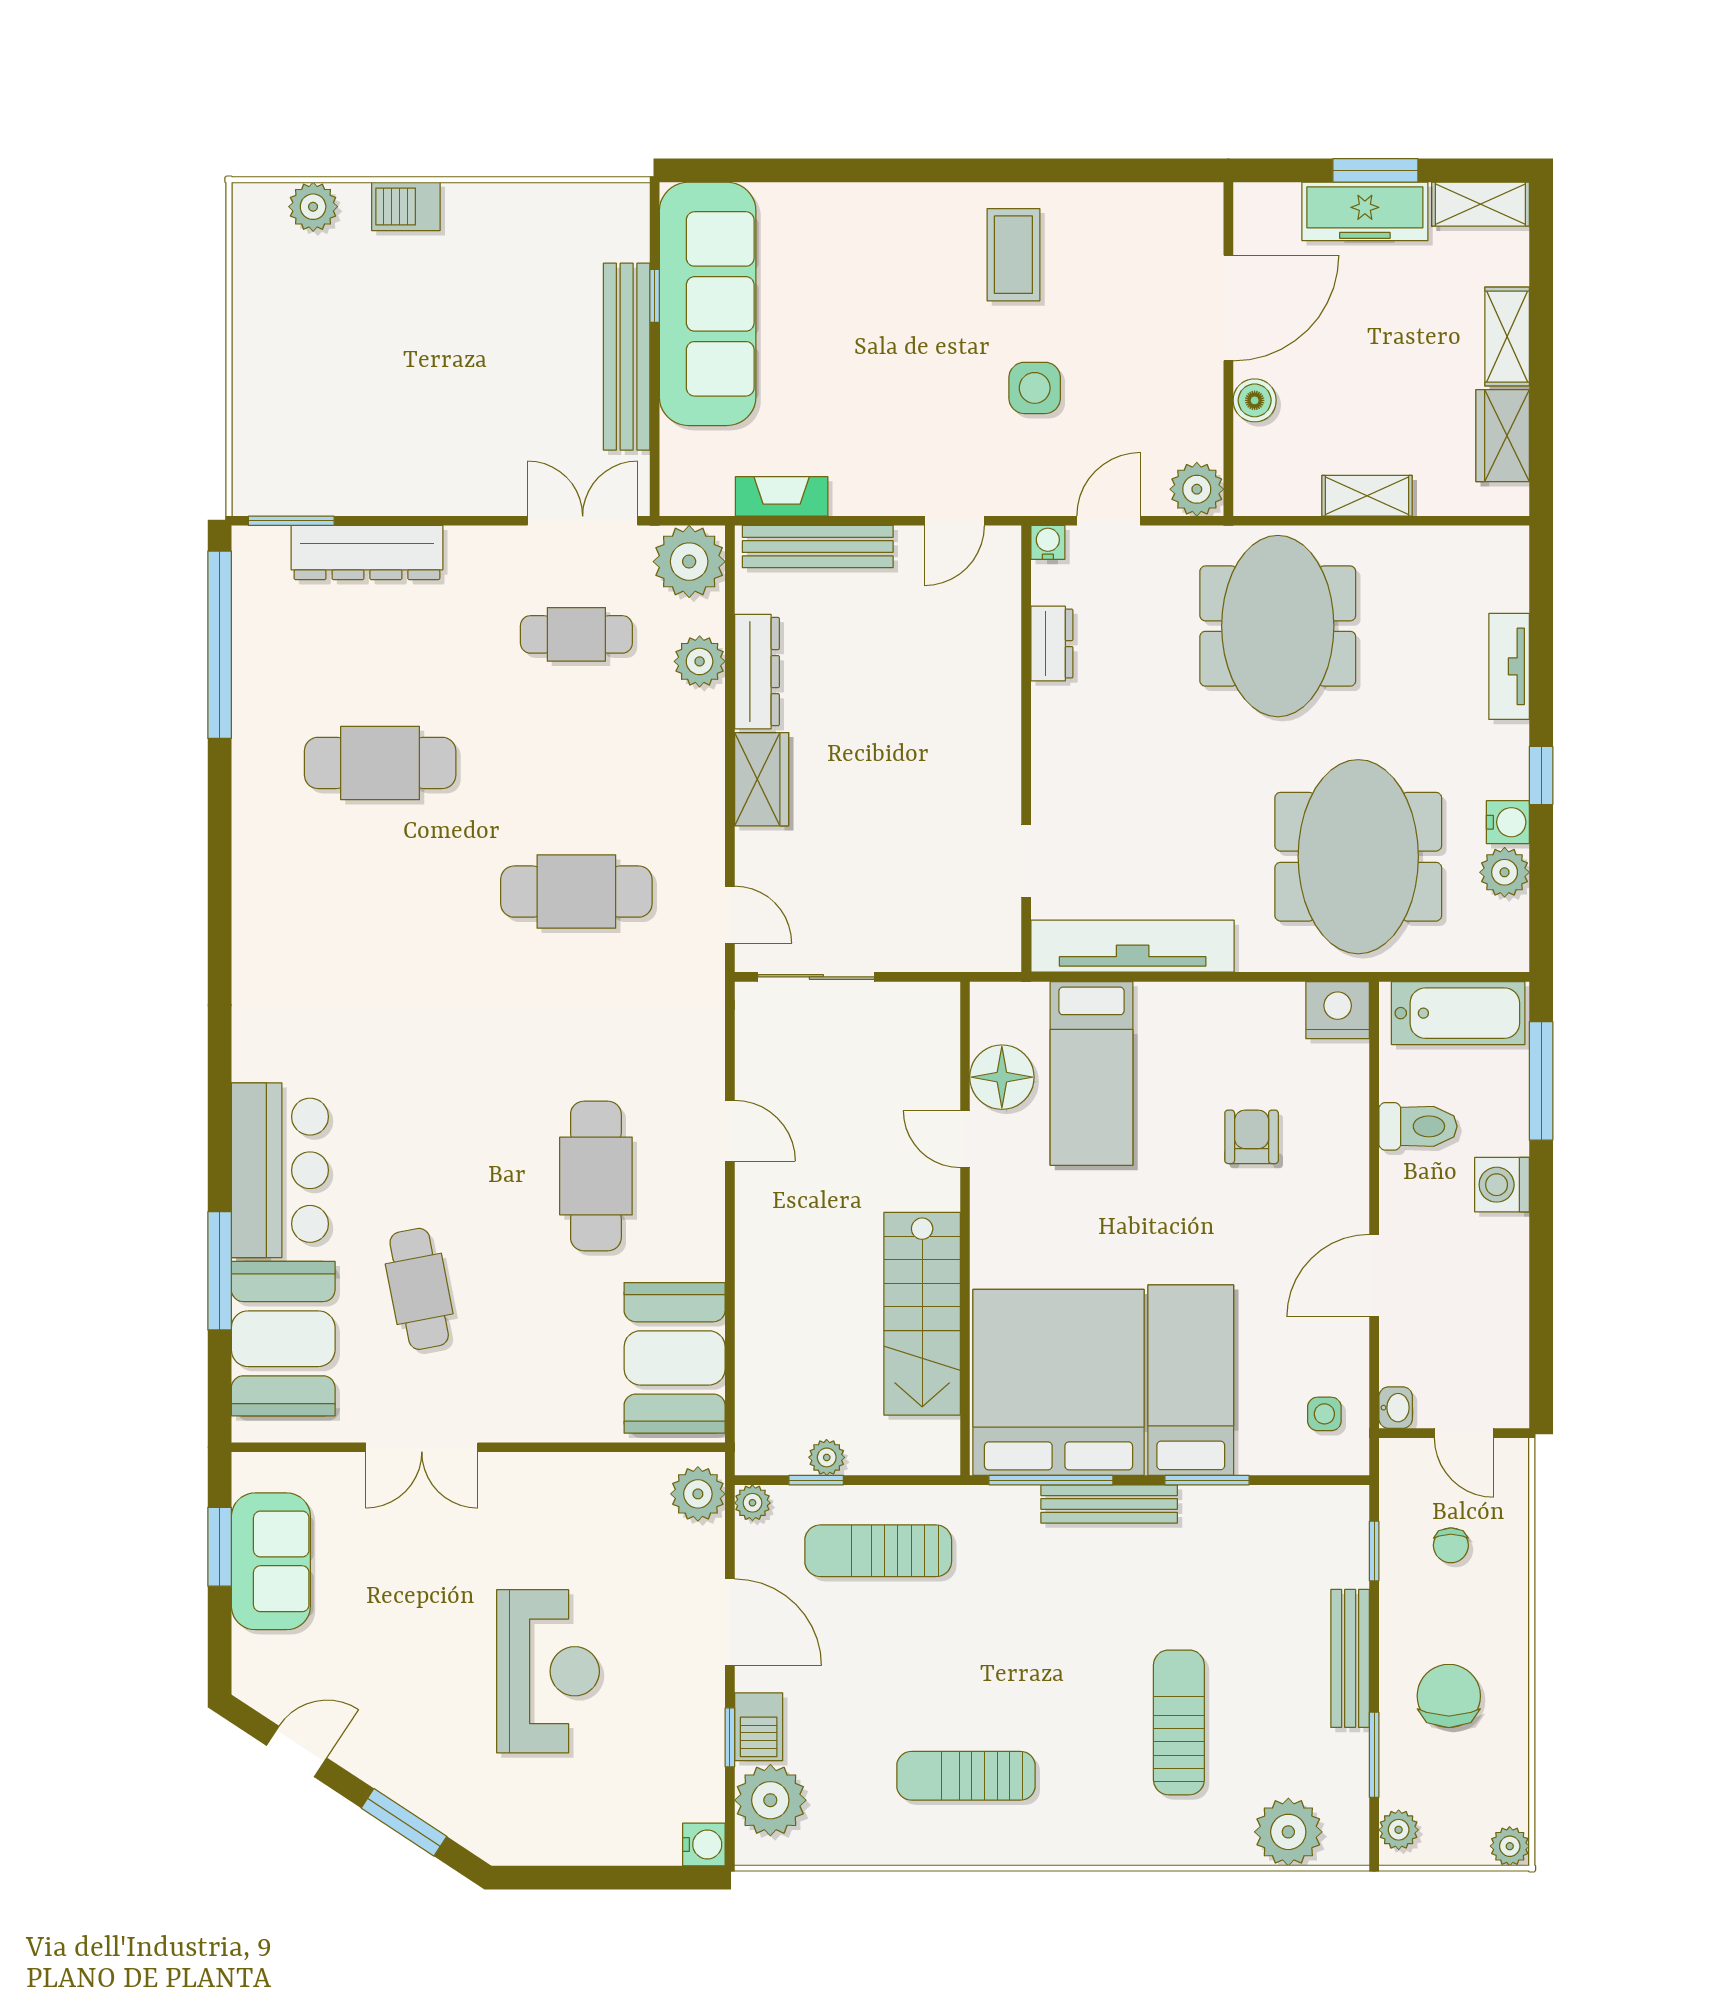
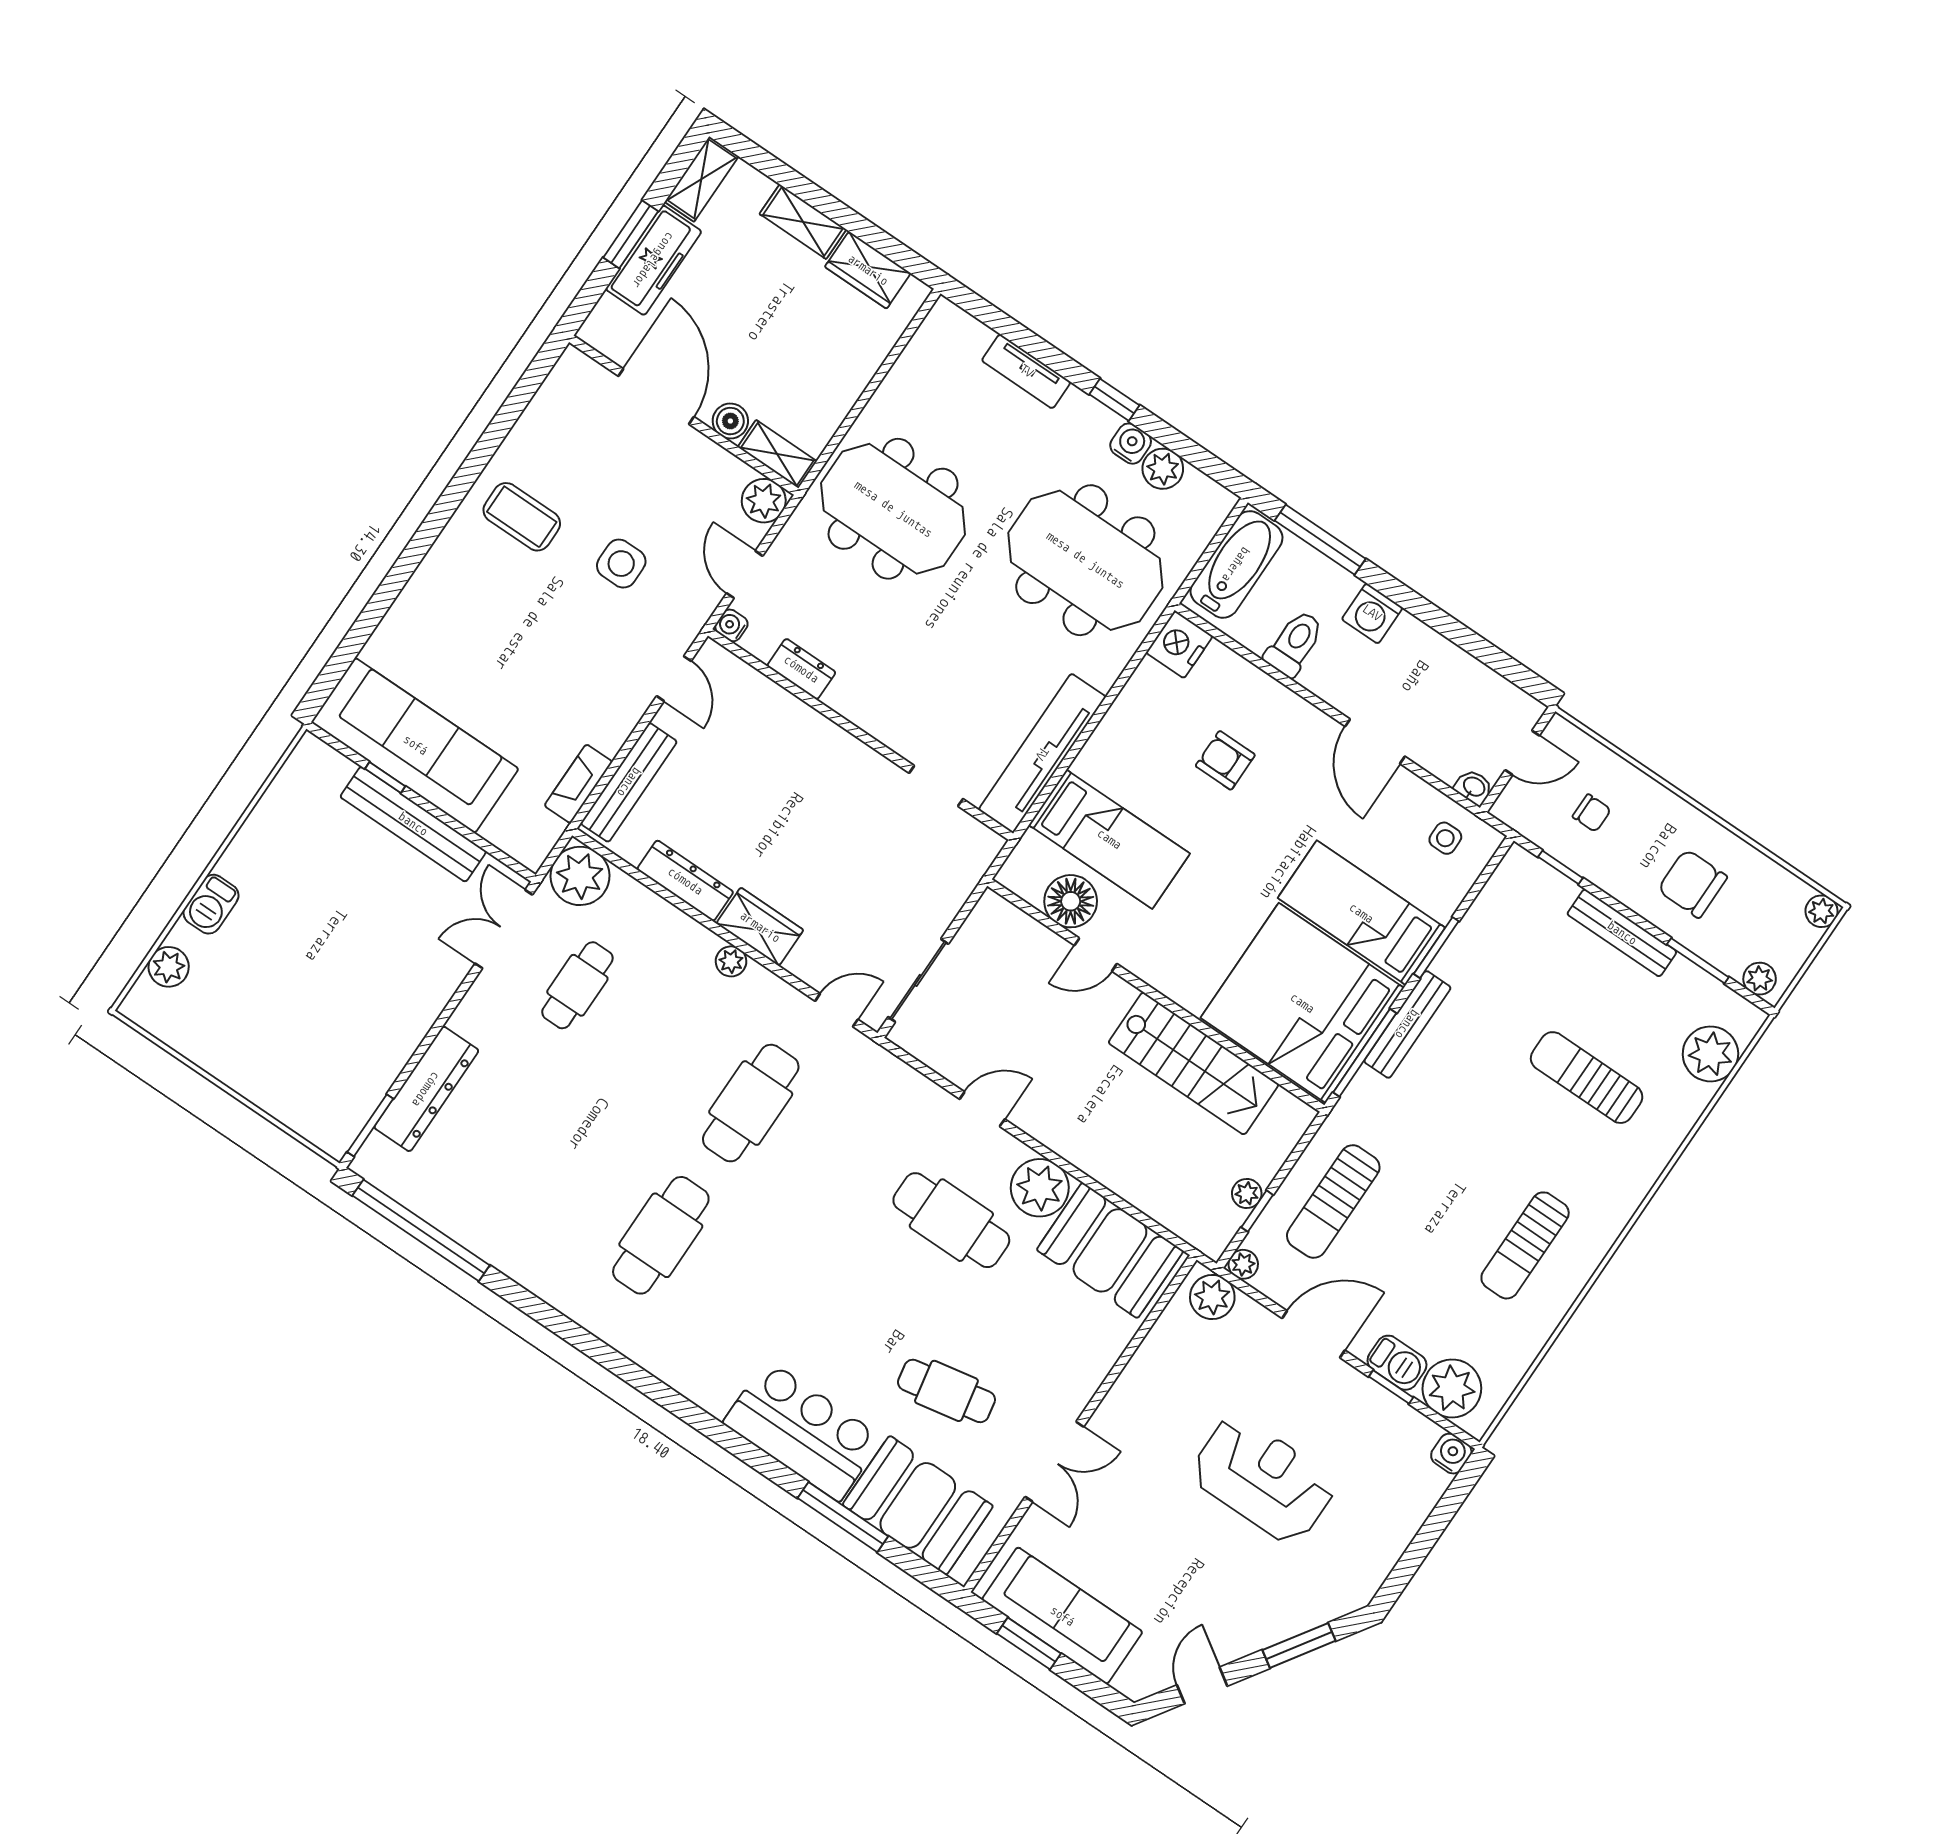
shelving: (1367, 496) -> (777, 454), moved, turned 90
plant: (700, 661) -> (731, 961), moved, width x0.73, depth x0.73
cafe table: (380, 763) -> (661, 1235), moved
plant: (690, 1243) -> (1040, 1188), added
sofa: (271, 1561) -> (1062, 1616), width x1.36

